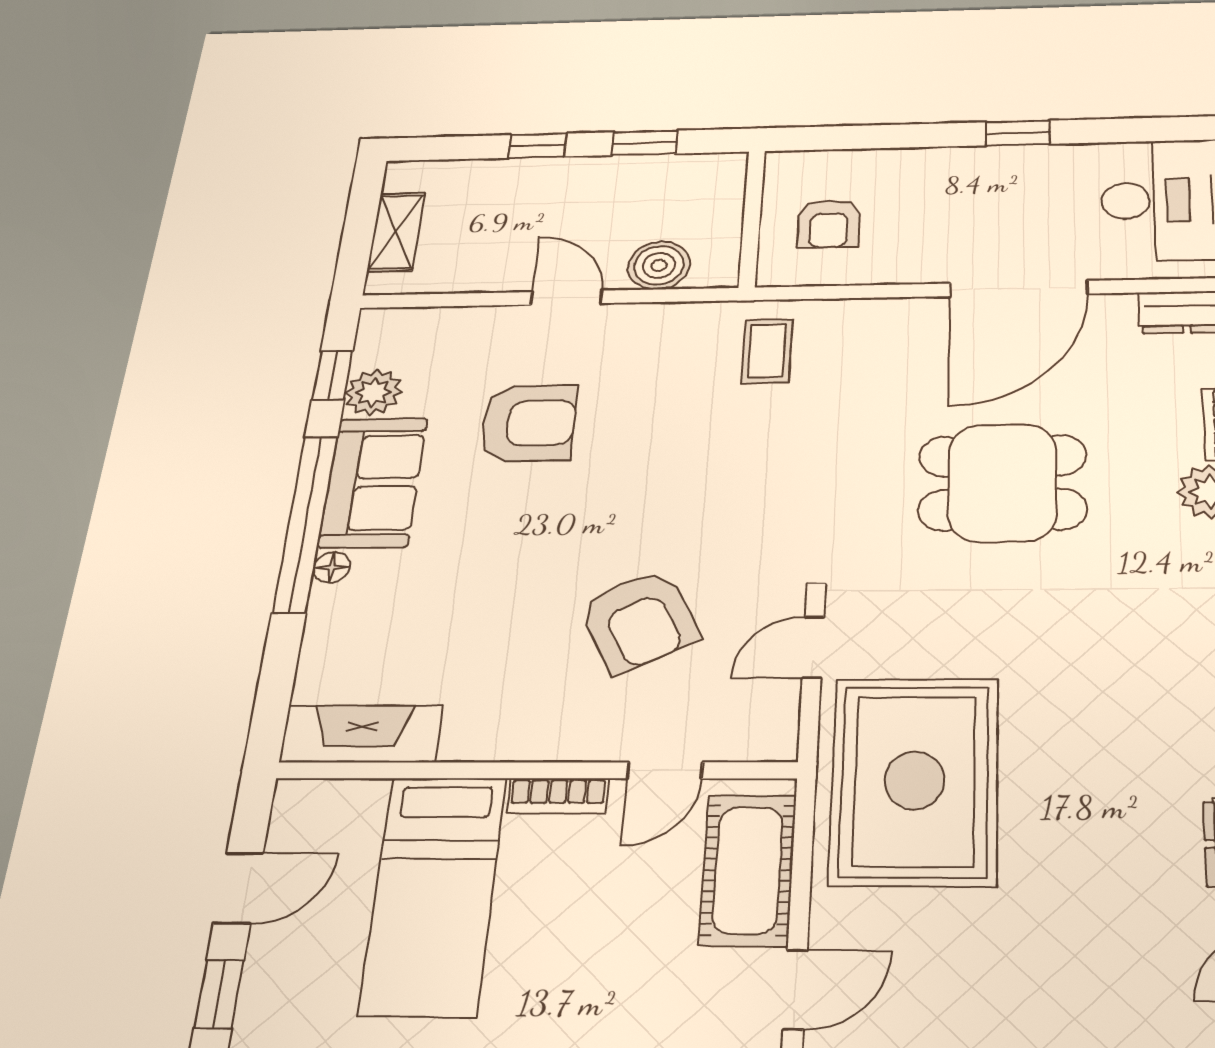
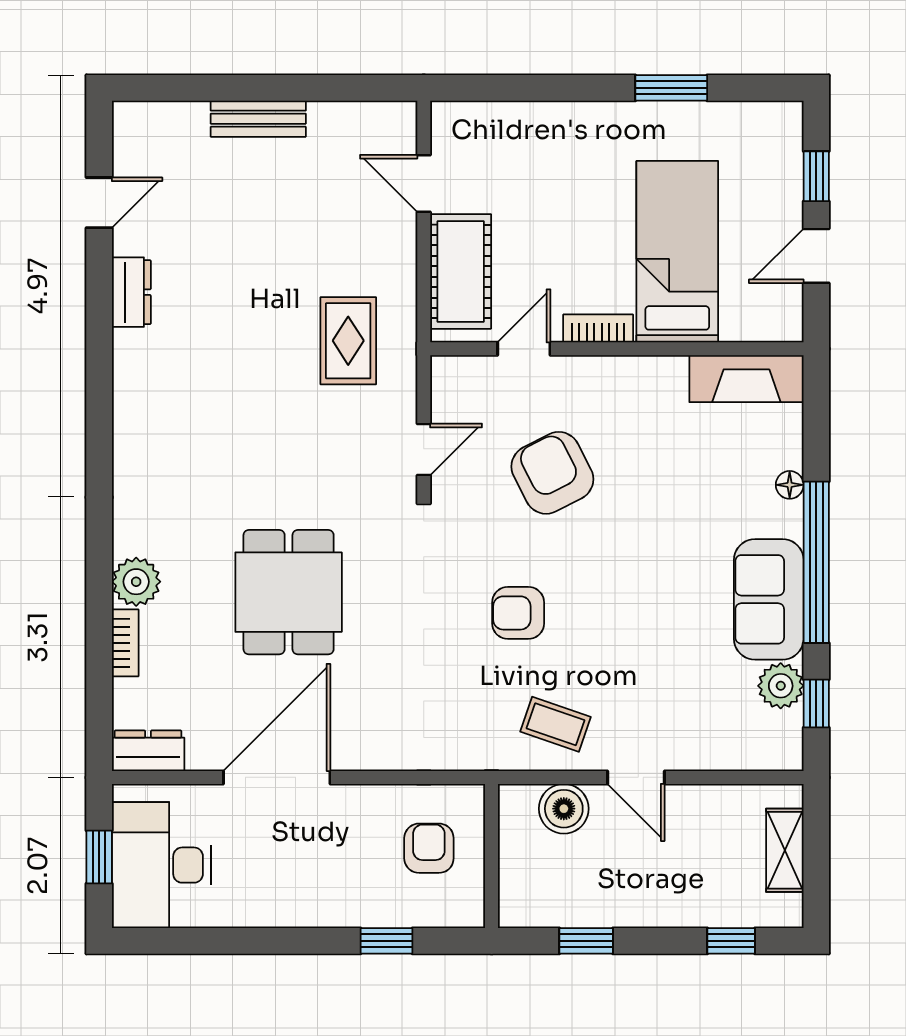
window: (1018, 133) -> (386, 941), moved
window: (537, 146) -> (731, 941), moved
coffee table: (767, 351) -> (556, 724), moved, turned -71
armchair: (528, 423) -> (518, 613), moved, width x0.72, depth x0.72
dining table: (1002, 483) -> (289, 592), turned 90
floor lamp: (332, 567) -> (790, 485), moved
rug: (914, 781) -> (348, 341), width x0.54, depth x0.49
door: (795, 989) -> (424, 184), hinge flipped

